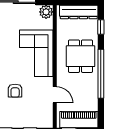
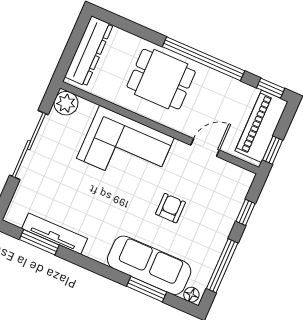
window: (101, 27) -> (271, 88), moved
armchair: (15, 91) -> (170, 208), turned -90

